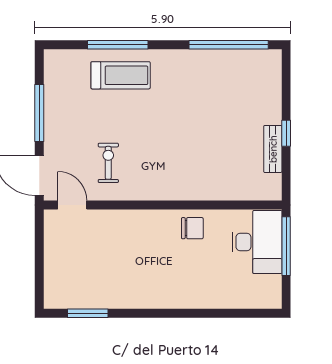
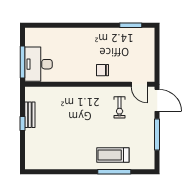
window: (229, 45) -> (54, 172), removed
chair: (192, 228) -> (102, 70), moved

